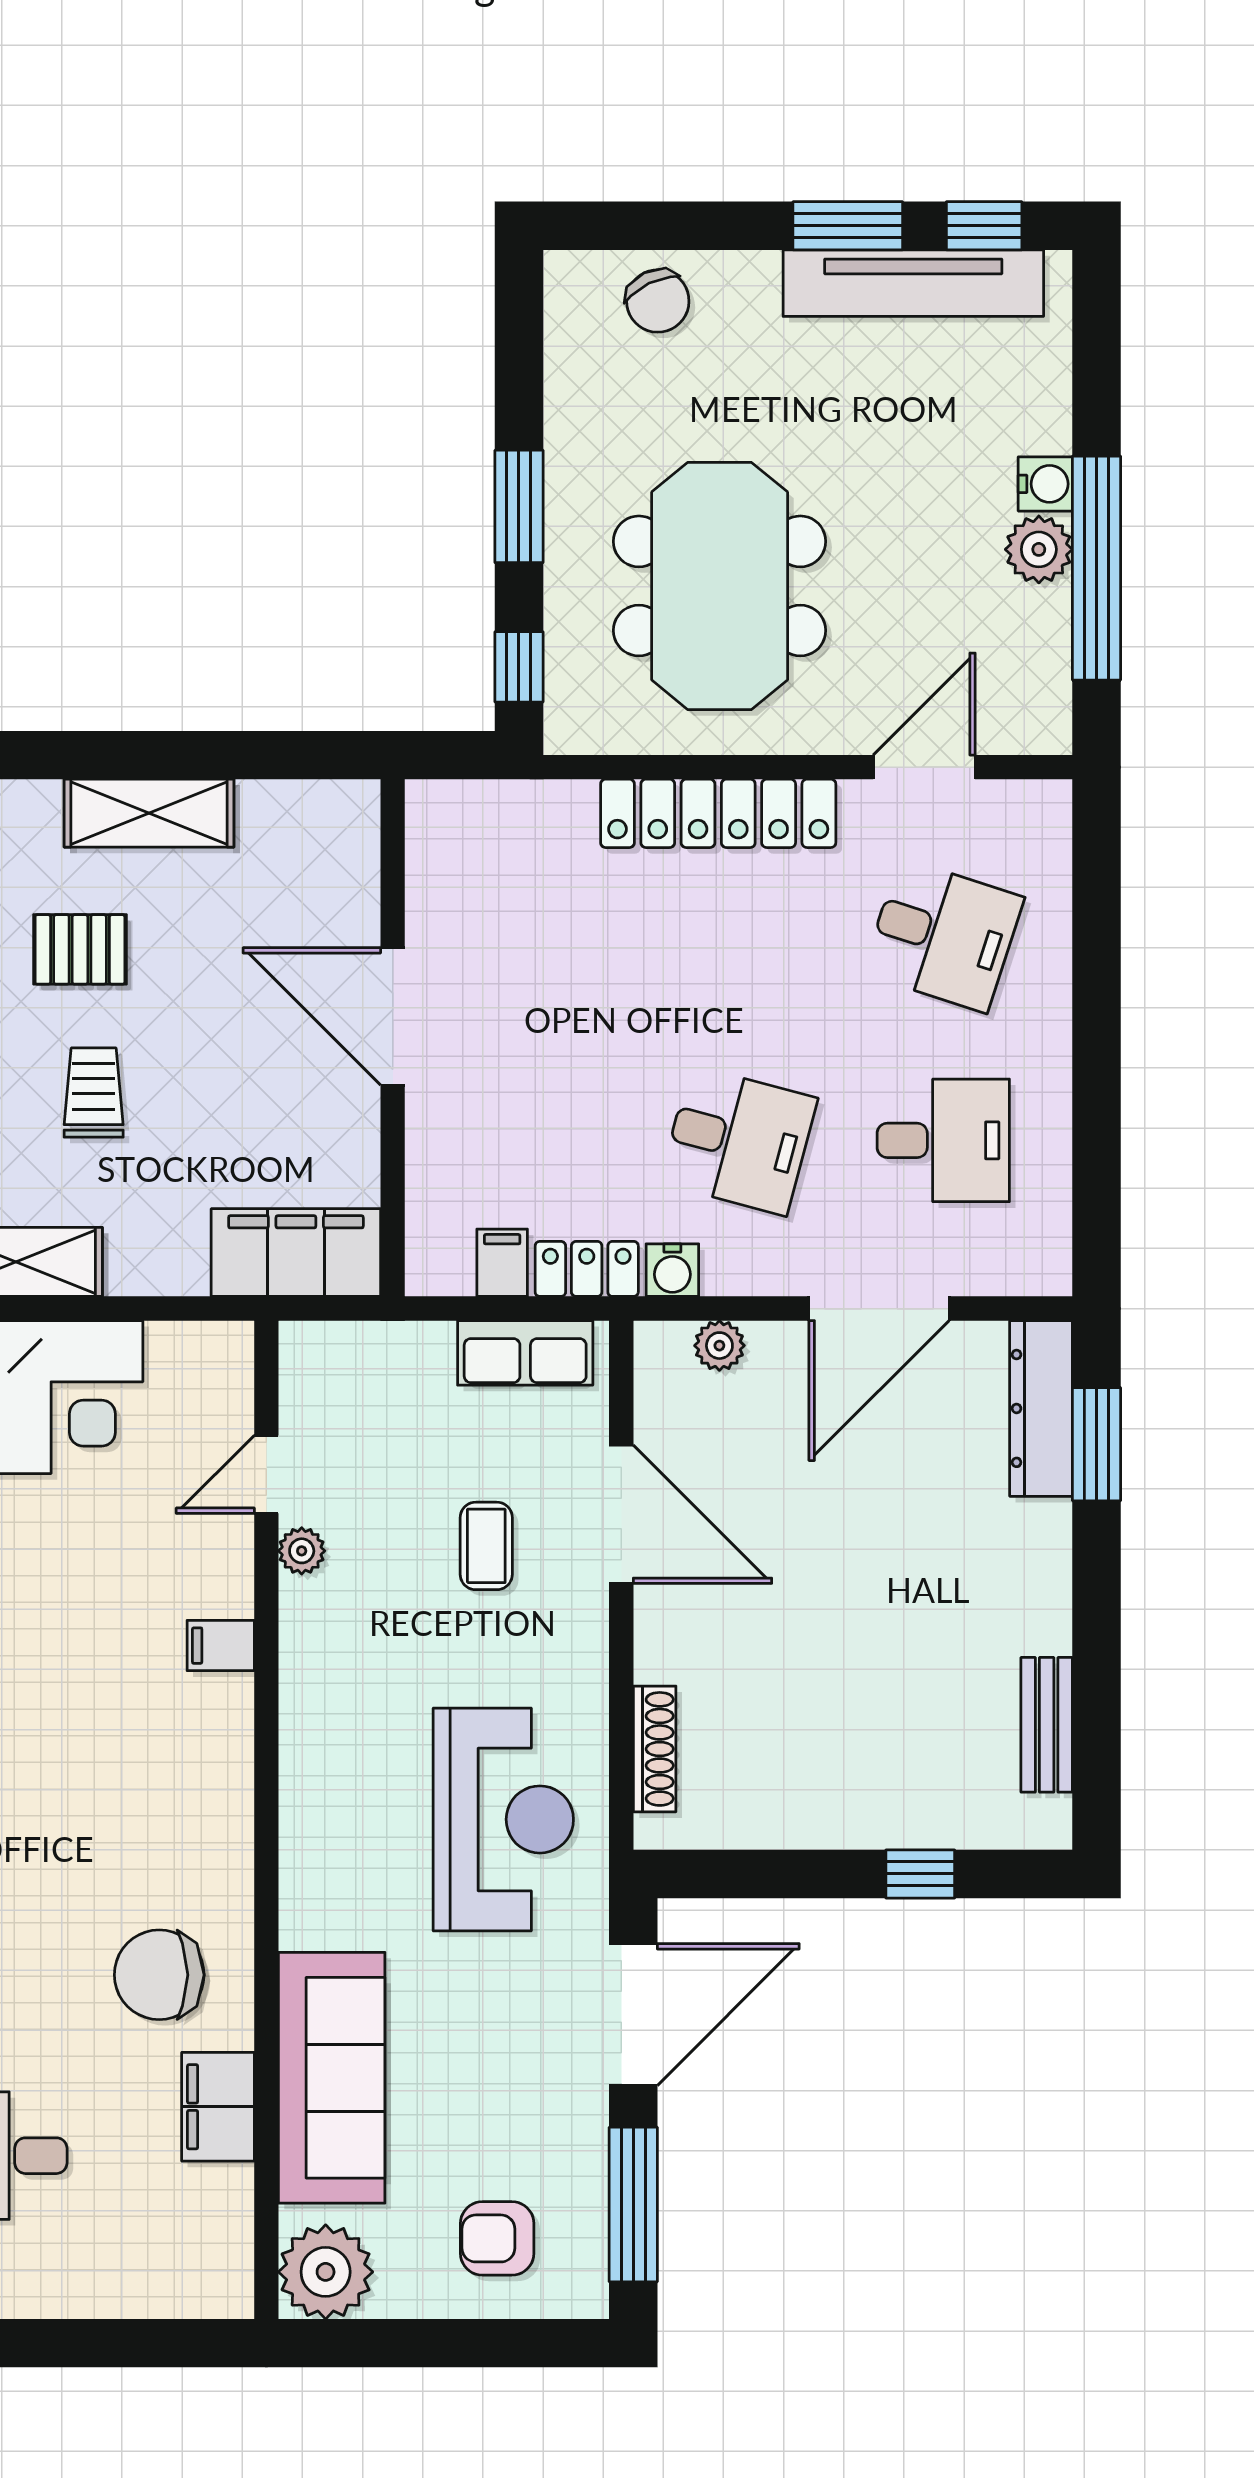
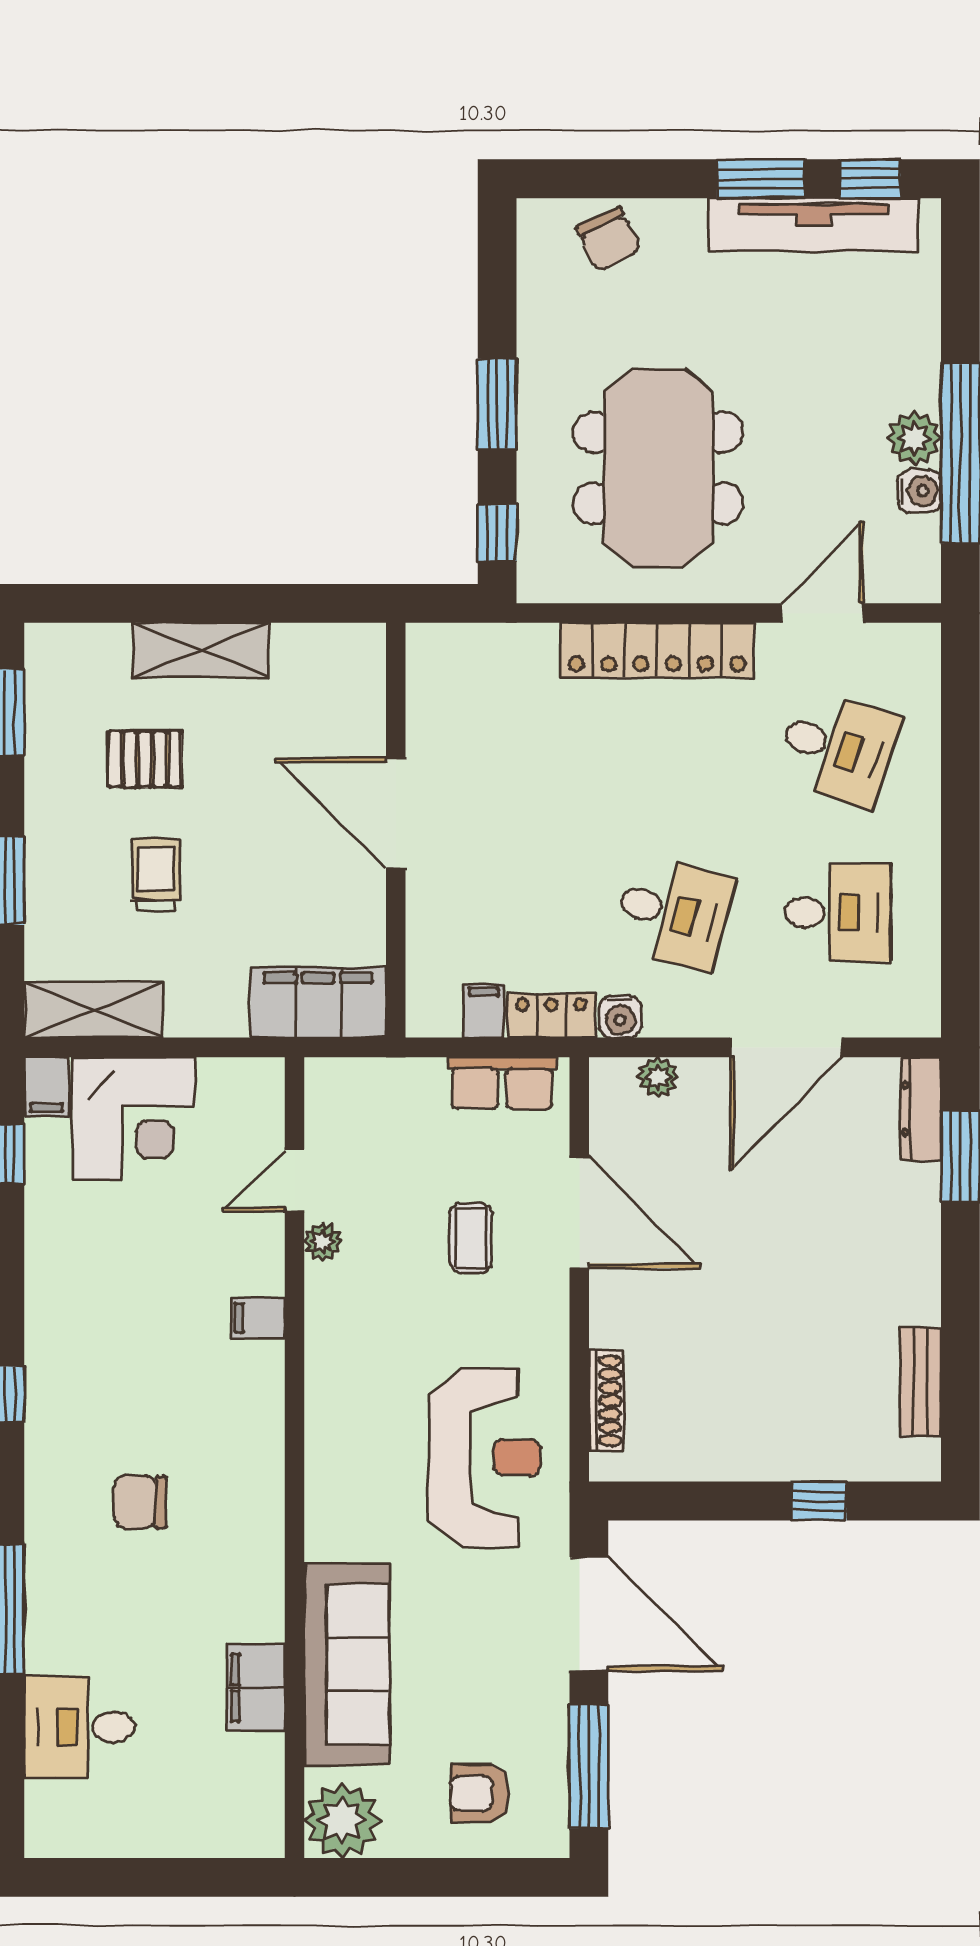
water cooler: (1045, 484) -> (919, 491), moved
dresser: (1041, 1408) -> (921, 1109), width x0.73, depth x0.80
chair: (159, 1975) -> (140, 1502), moved, width x0.73, depth x0.73
door: (633, 2015) -> (589, 1614), hinge flipped

